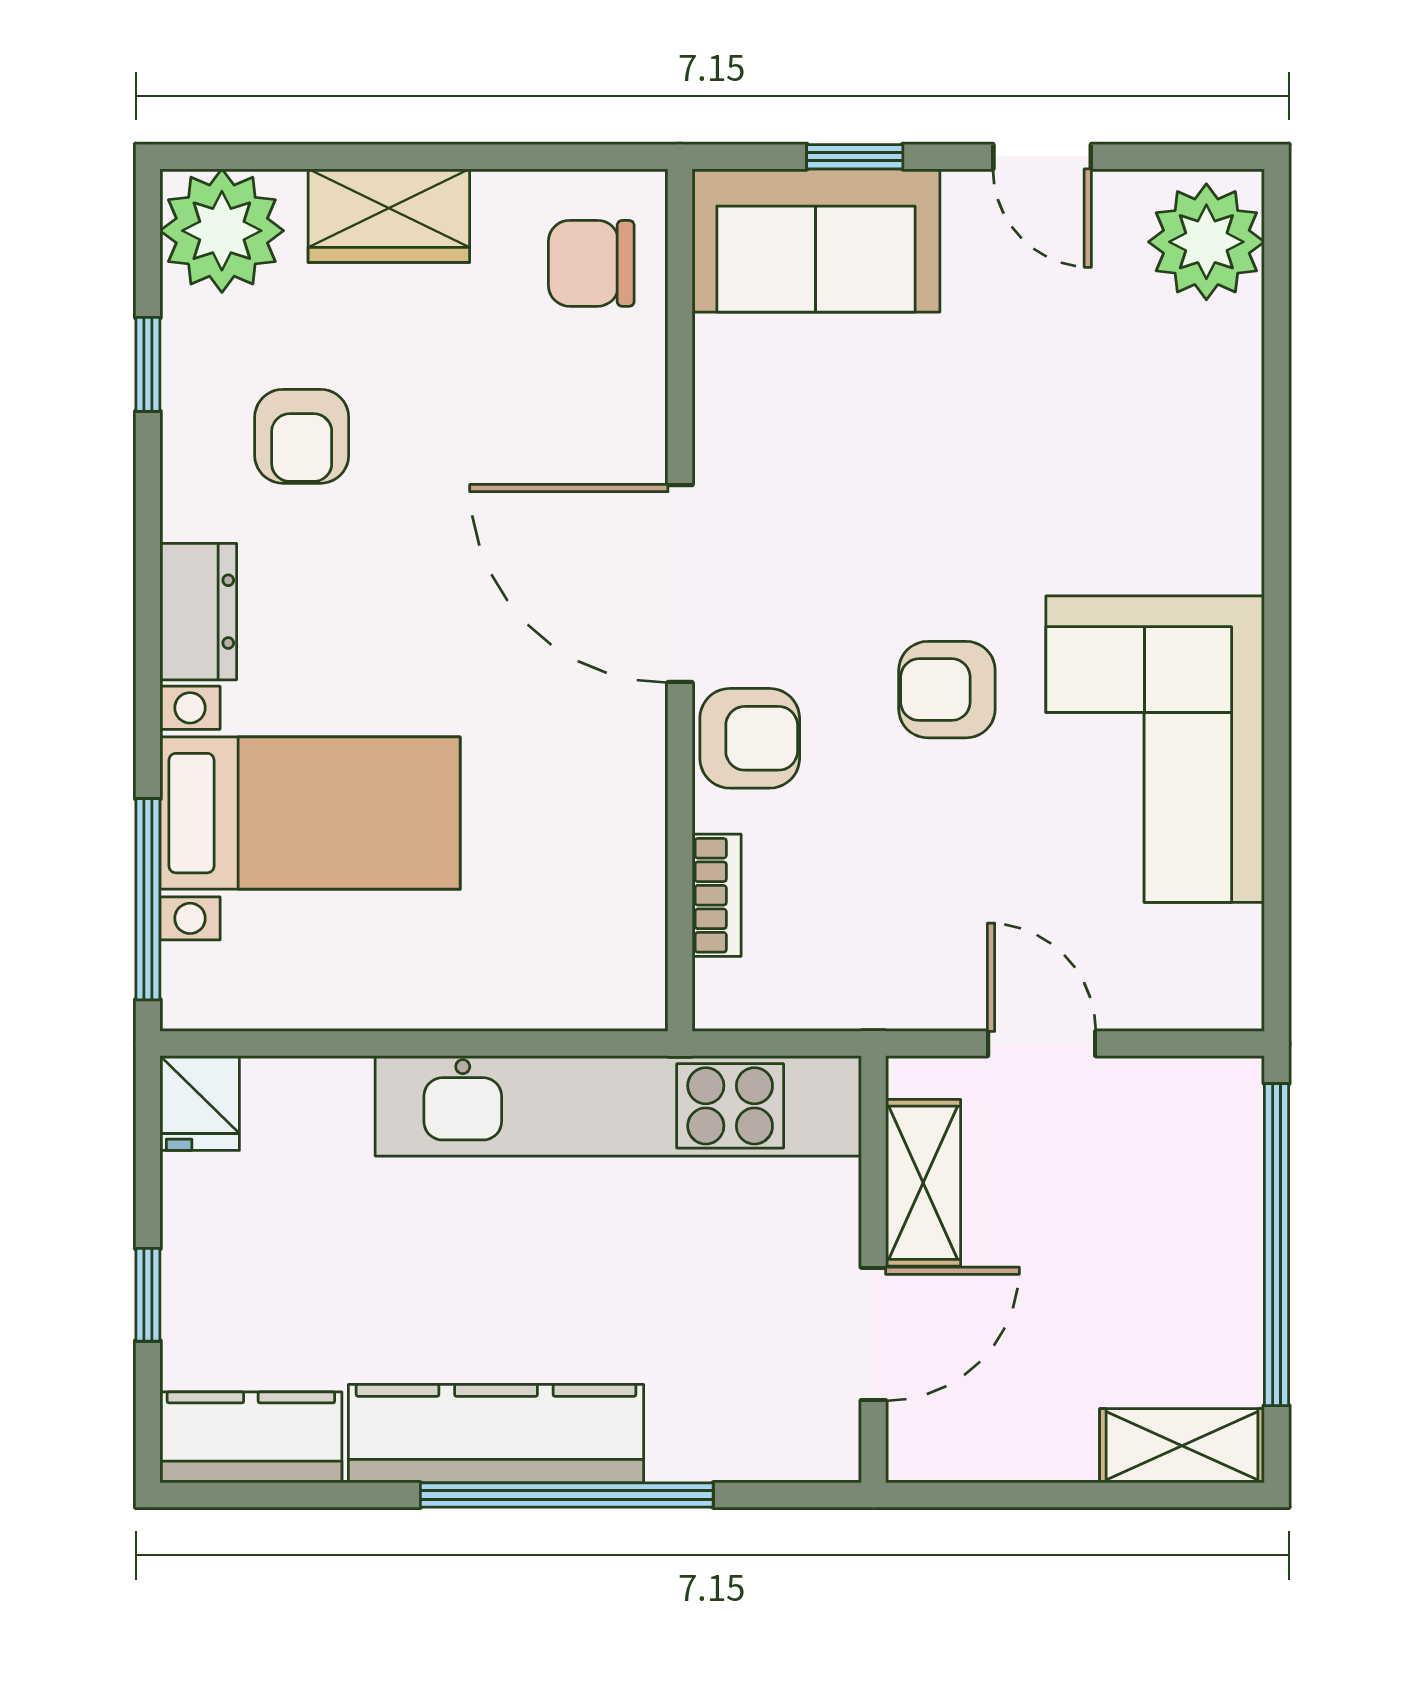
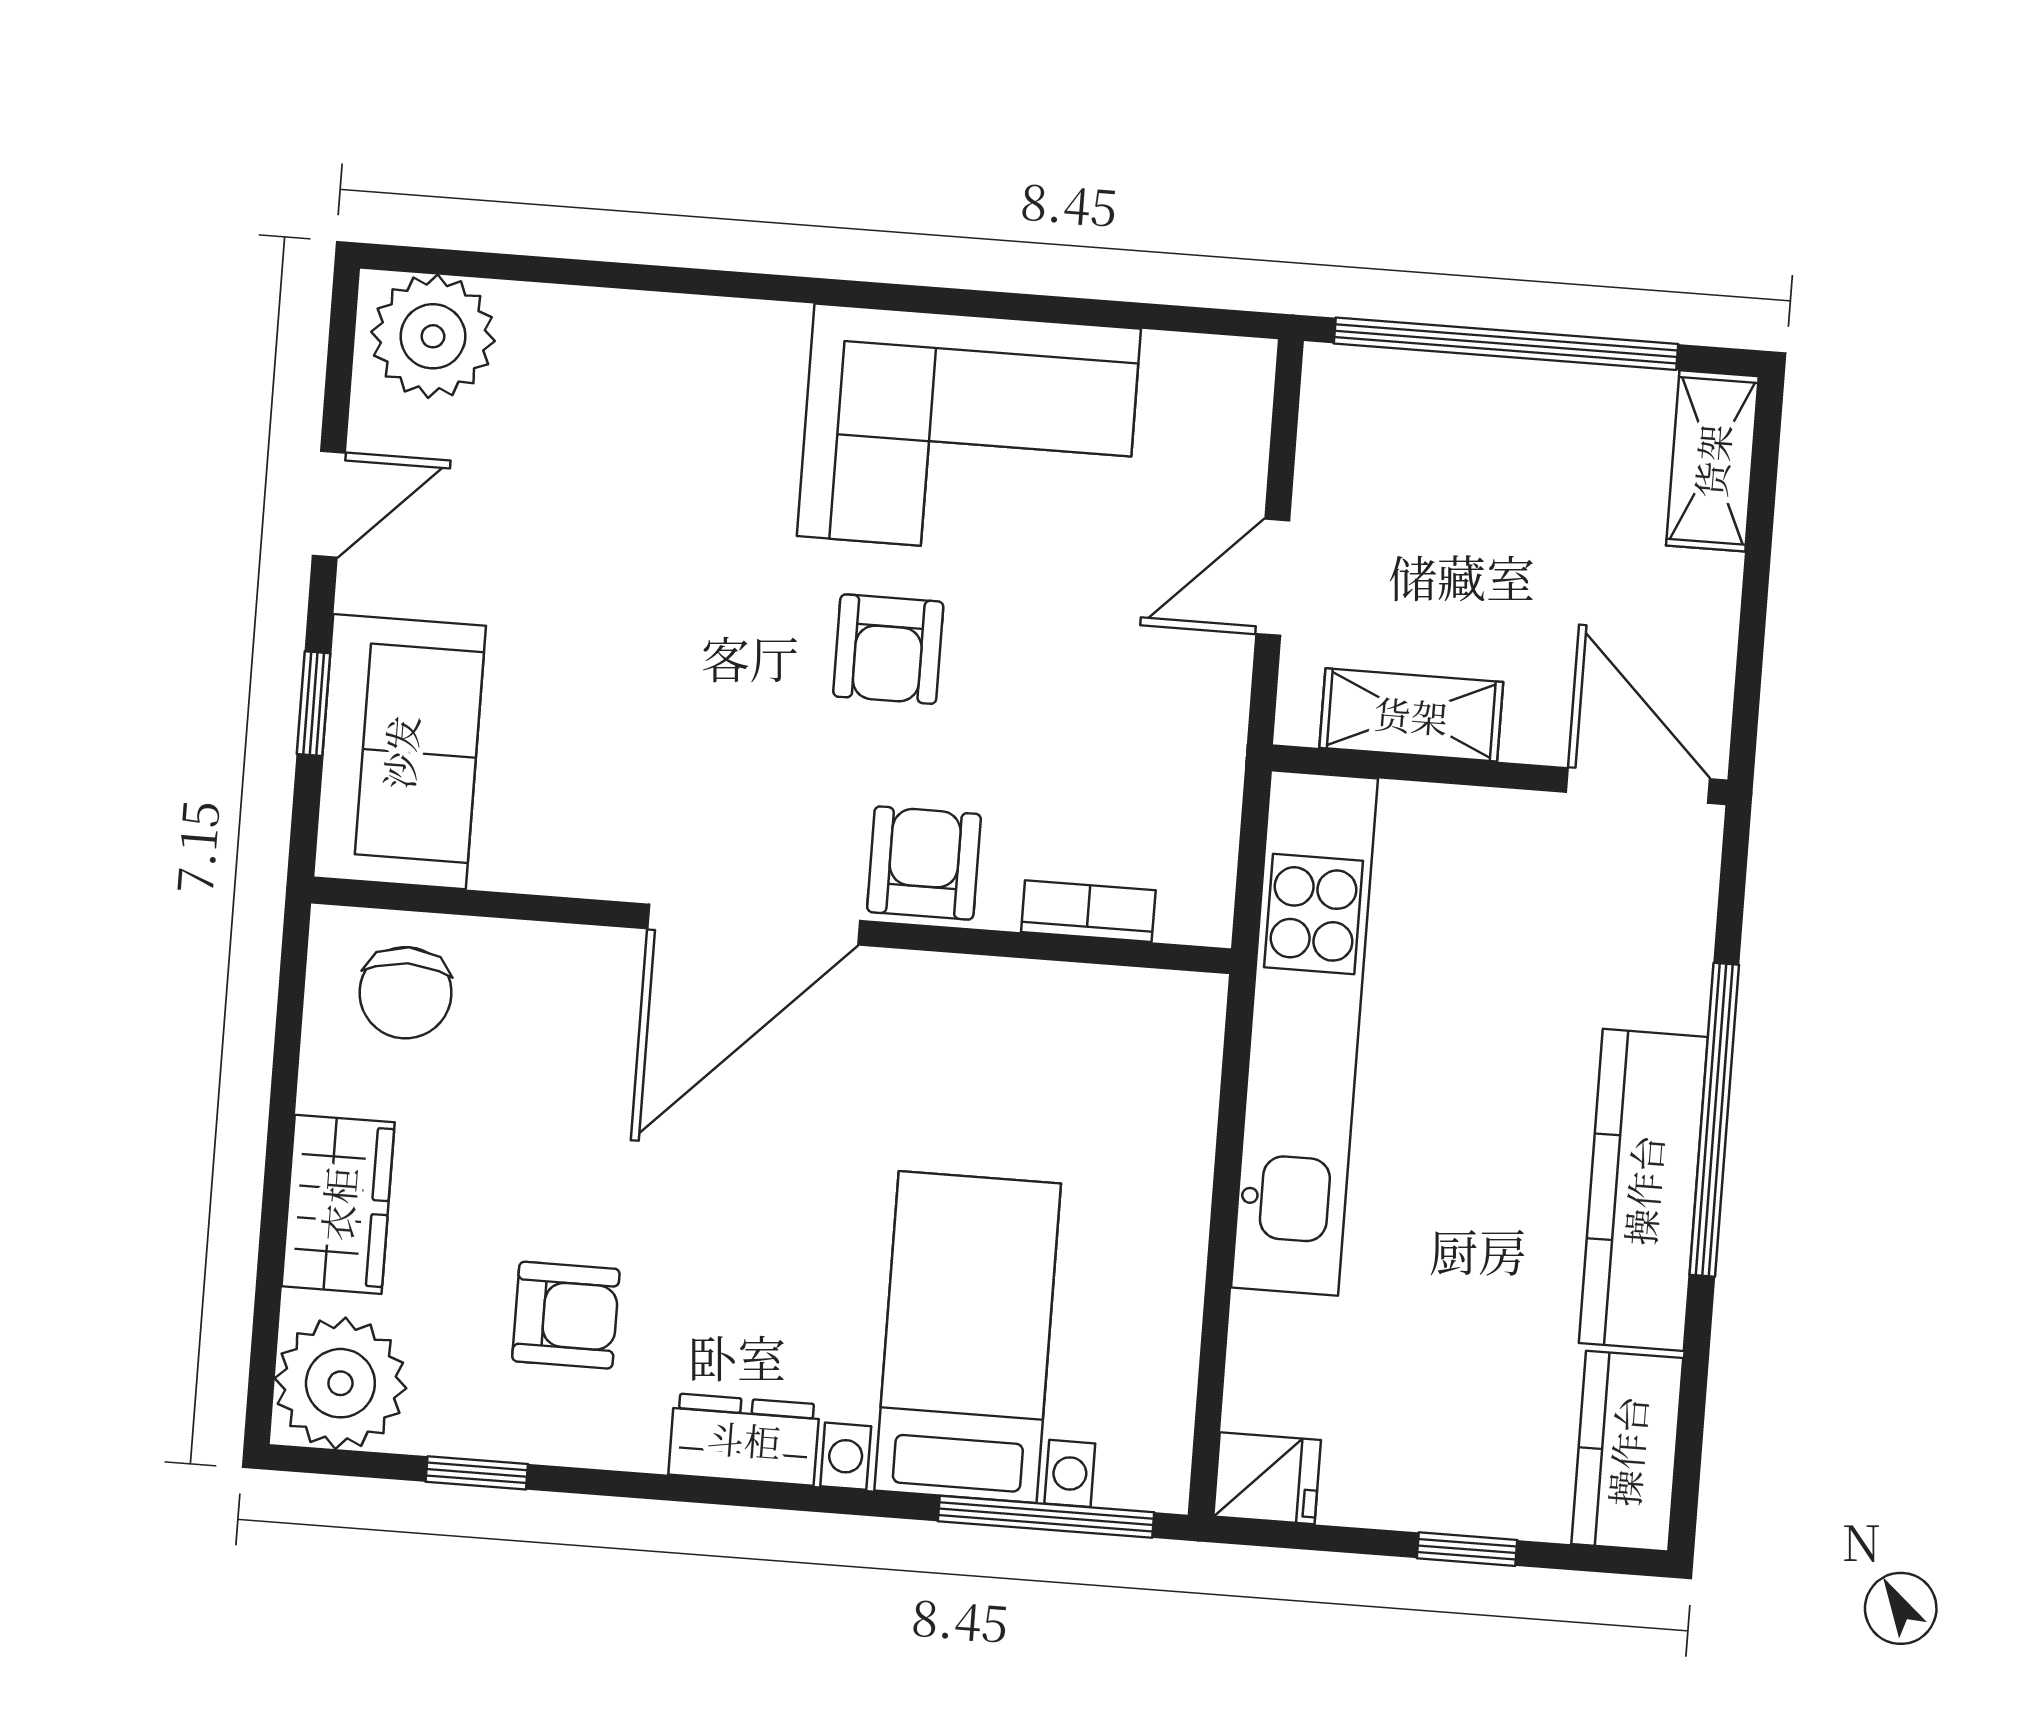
door: (873, 1334) -> (1638, 785), moved

